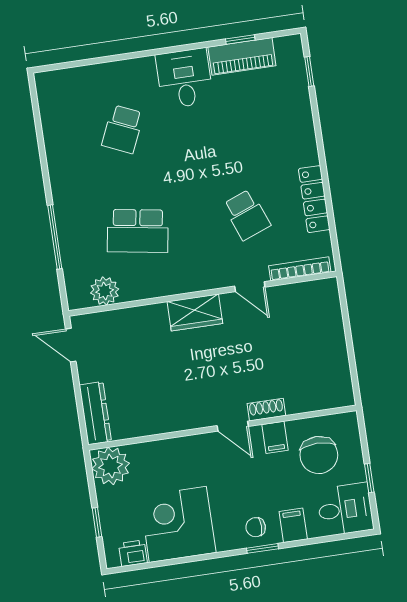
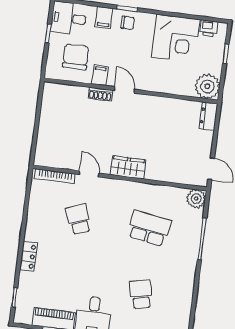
school desk: (123, 129) -> (141, 294), turned -36
locker: (314, 199) -> (29, 256), moved, width x0.66
plant: (105, 291) -> (196, 199), moved
dresser: (95, 413) -> (208, 116), width x0.70

